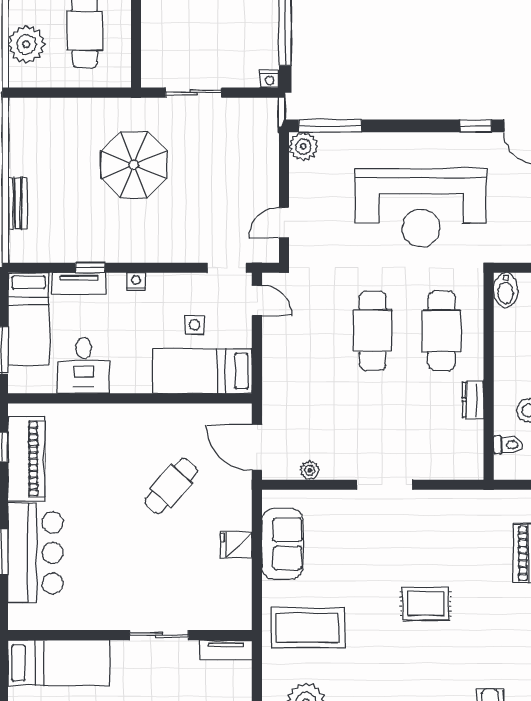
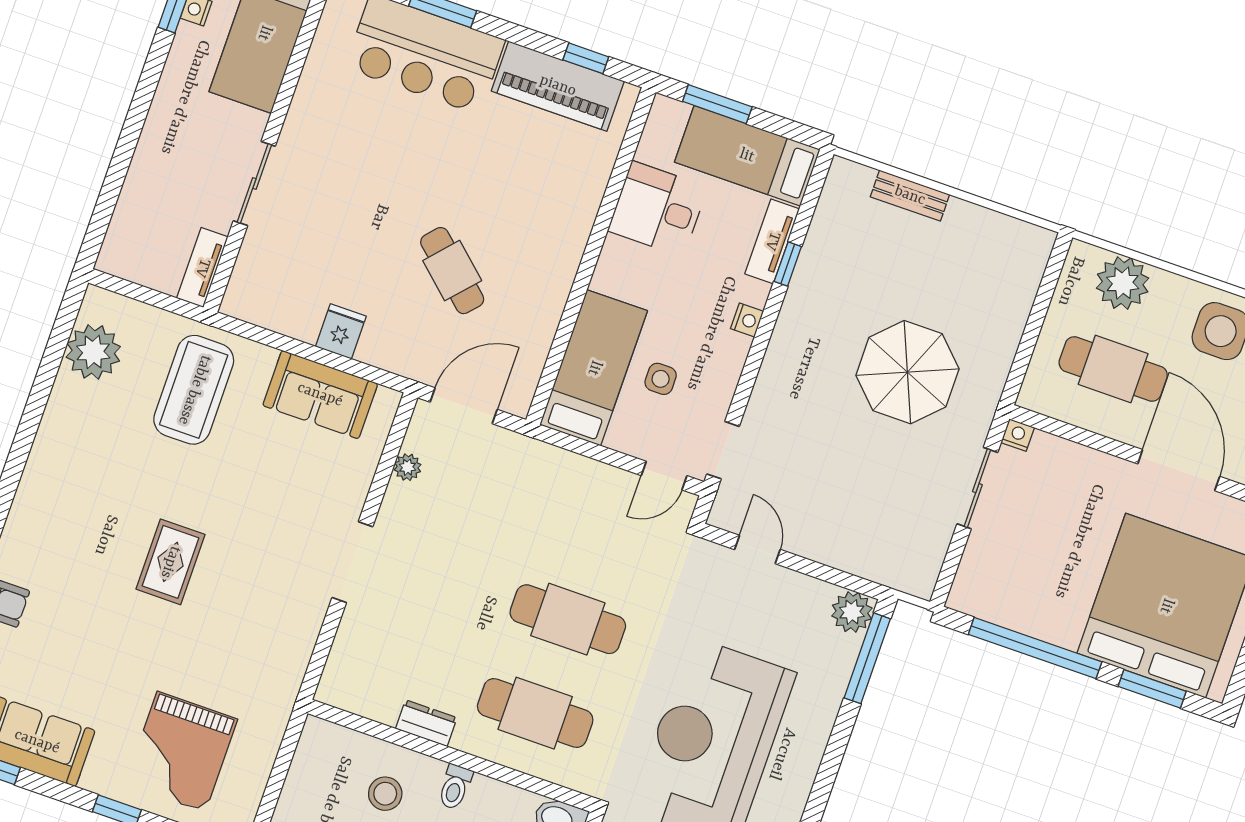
nightstand: (270, 79) -> (1018, 435), moved, turned 90
toilet: (508, 445) -> (455, 787), moved

